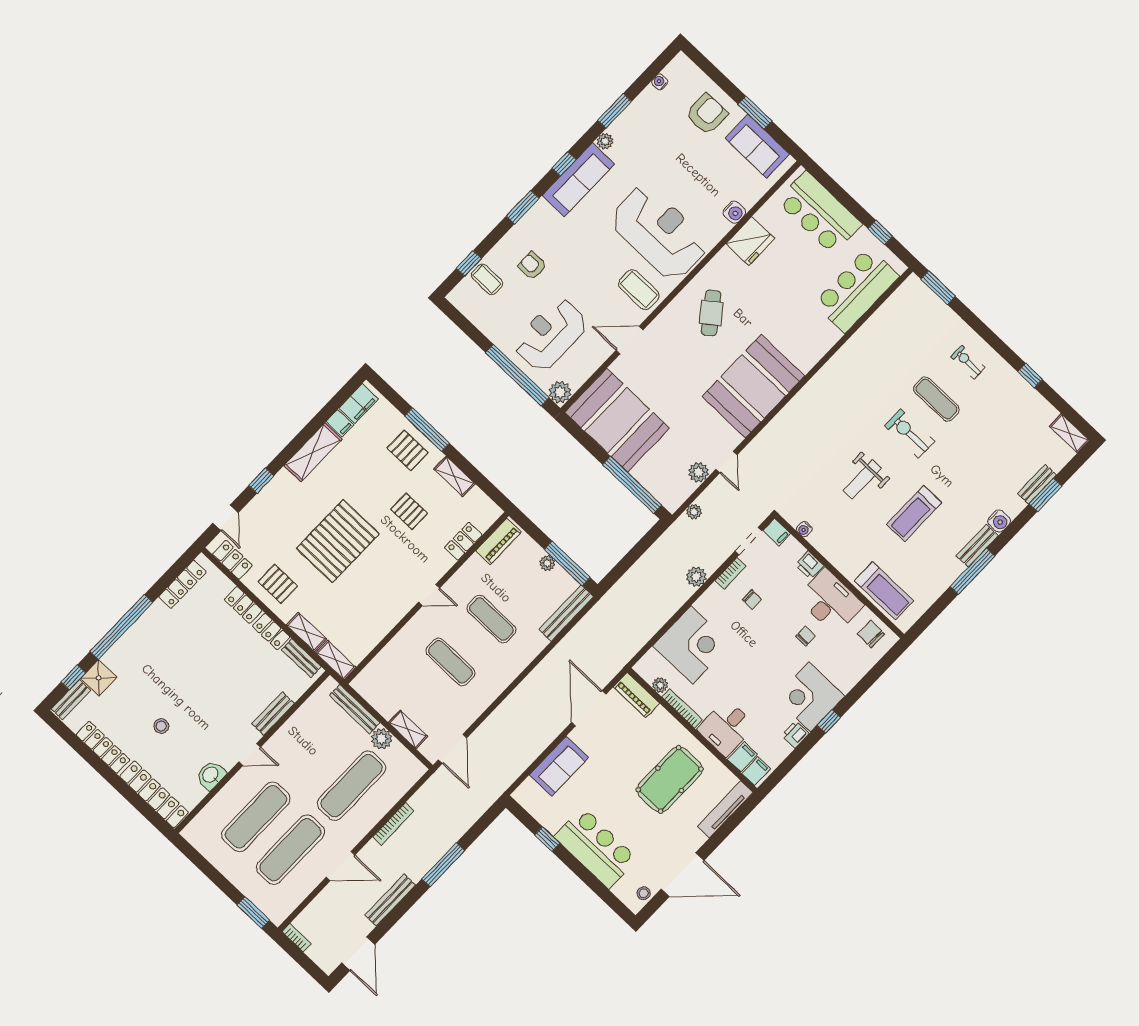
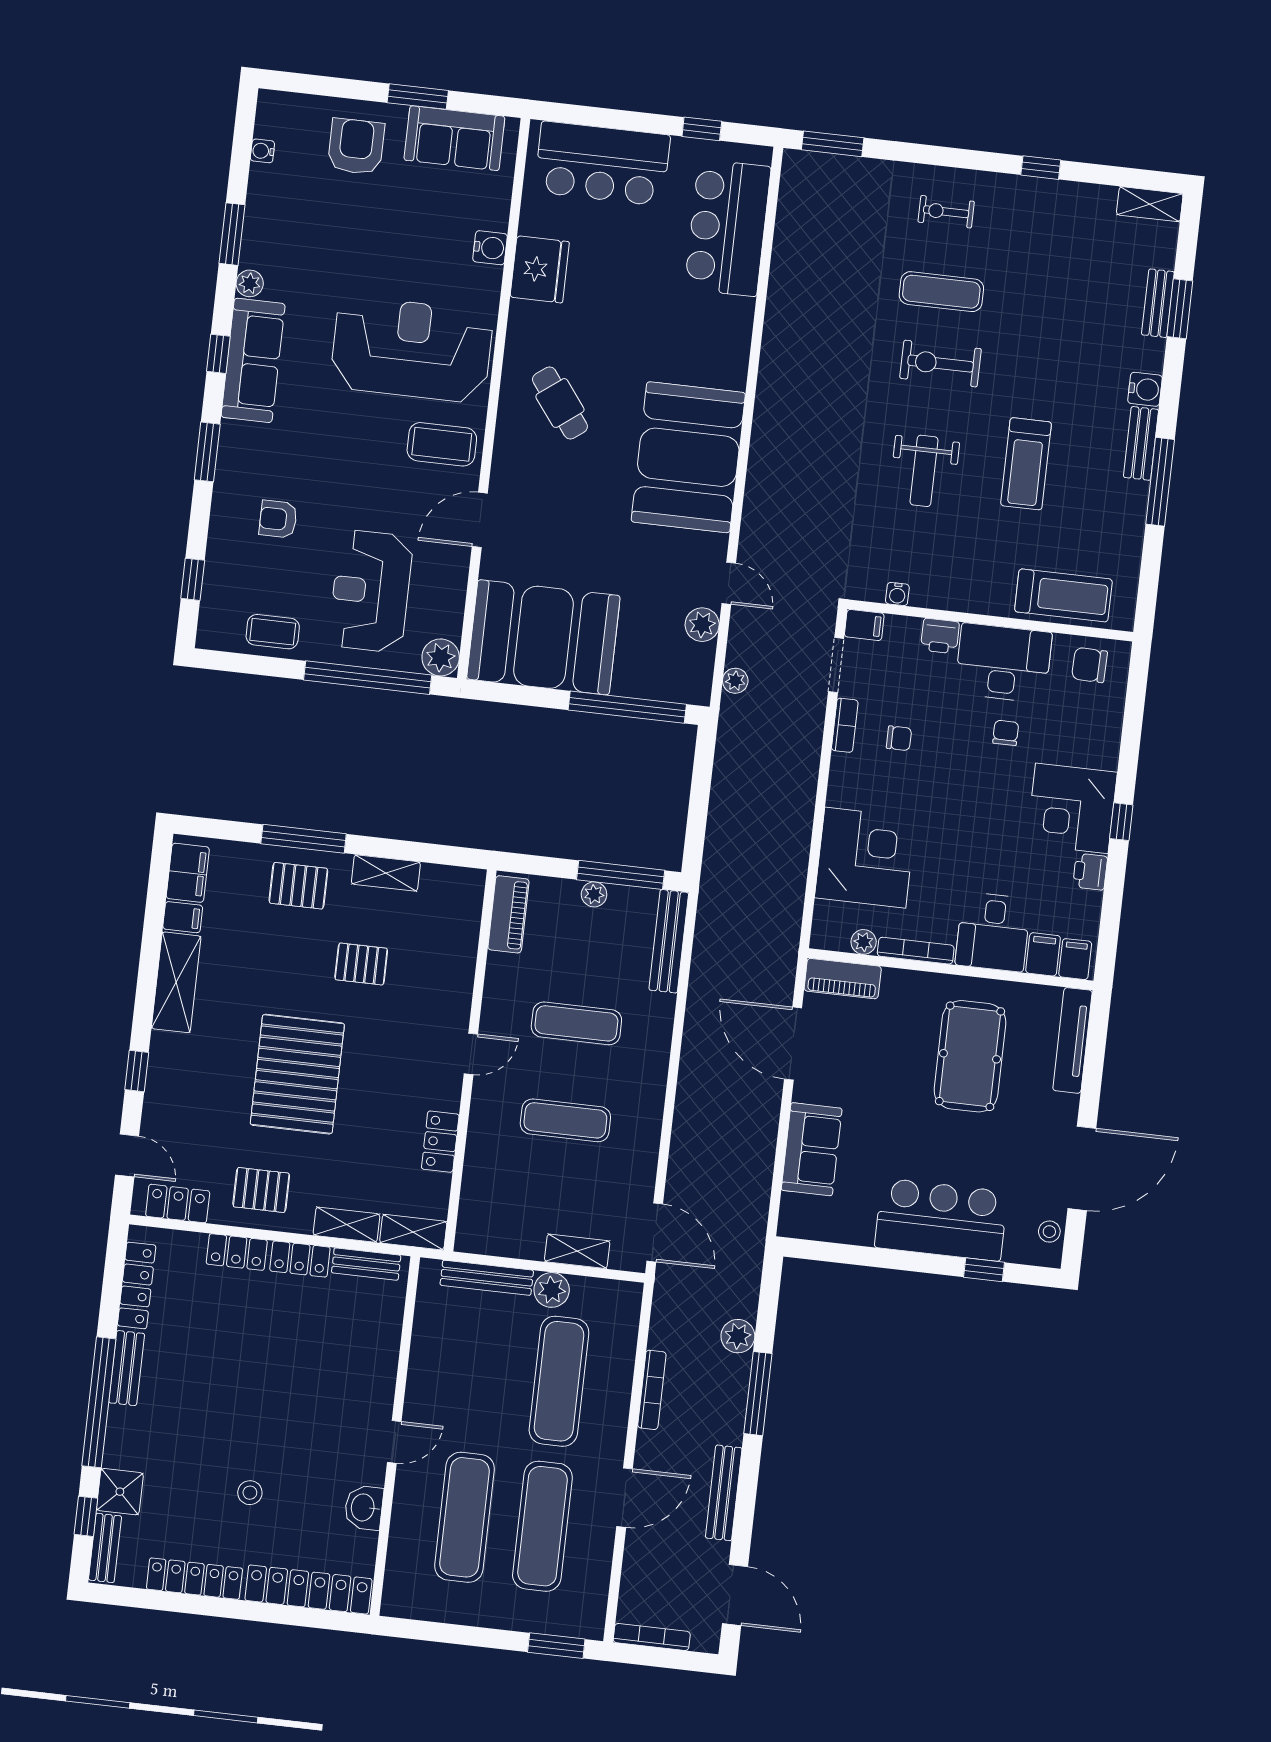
coffee table: (487, 279) -> (273, 632), moved
locker: (463, 541) -> (440, 1142), moved
plant: (696, 577) -> (738, 1336), moved
bench: (273, 714) -> (127, 1368), moved
window: (547, 839) -> (984, 1270), moved
bookcase: (297, 938) -> (652, 1637), width x1.56

